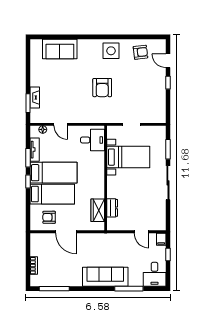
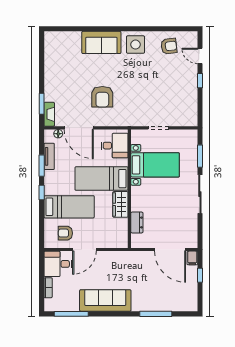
sofa: (60, 49) -> (101, 42), moved
armchair: (102, 88) -> (102, 97), moved
fireplace: (35, 98) -> (49, 114), moved
door: (61, 124) -> (79, 128), width x1.87
bed: (54, 173) -> (102, 179), moved, turned 180
wardrobe: (98, 210) -> (120, 204), moved
door: (66, 232) -> (84, 250), hinge flipped
door: (142, 232) -> (170, 250), width x1.87
desk: (155, 274) -> (58, 264), moved, turned 90
sofa: (105, 277) -> (105, 300), moved

